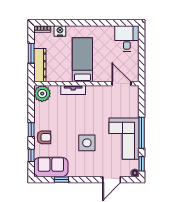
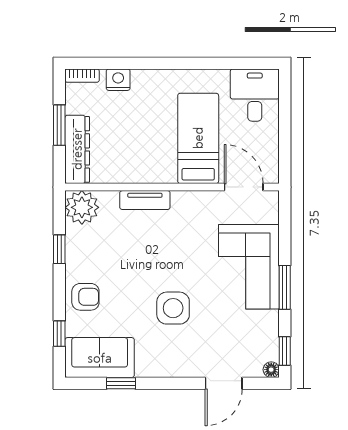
bed: (82, 60) -> (198, 138), moved
window: (31, 130) -> (59, 249), moved
window: (142, 133) -> (285, 287), width x0.69
corner sofa: (124, 139) -> (249, 267), moved

